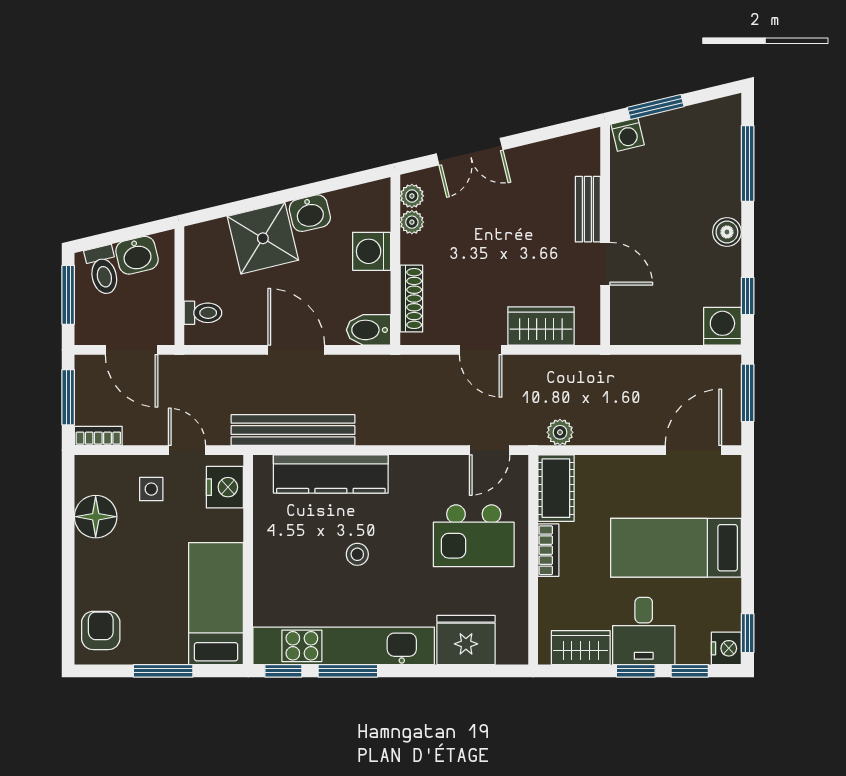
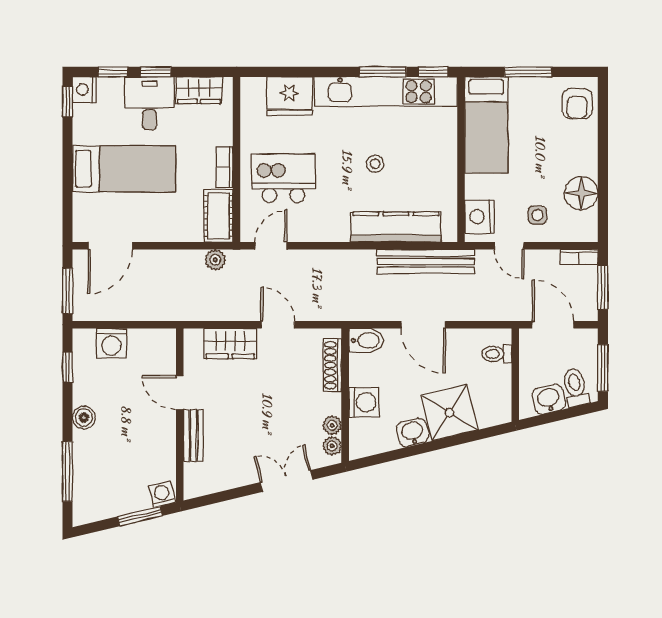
washing machine: (722, 326) -> (111, 343), moved

